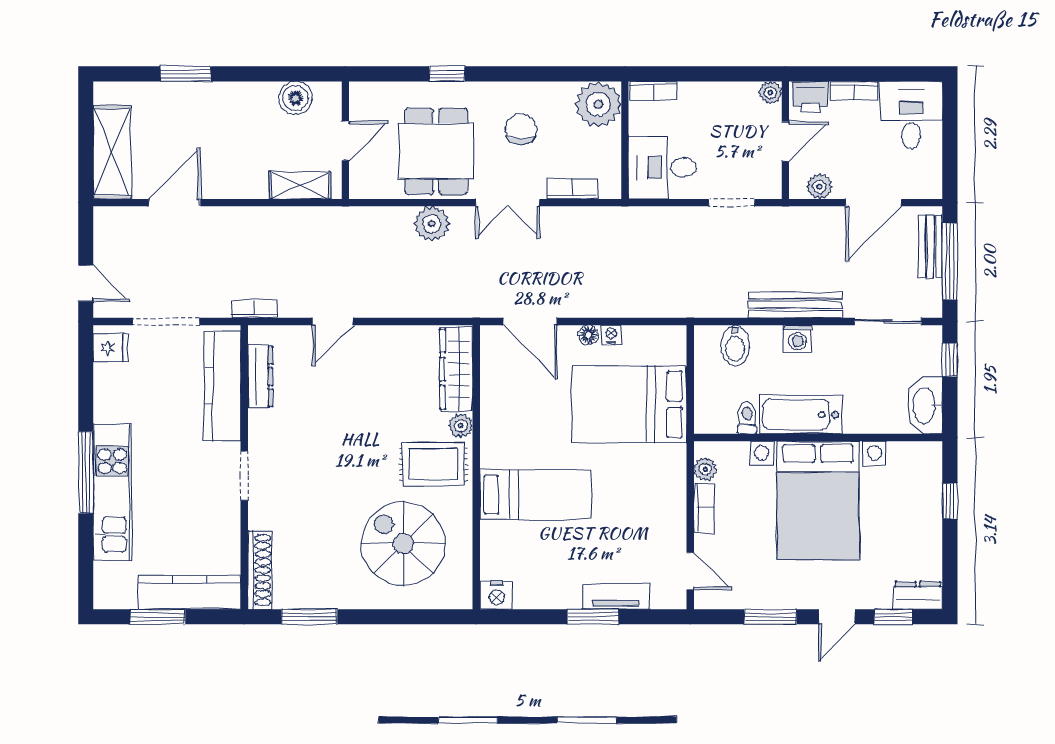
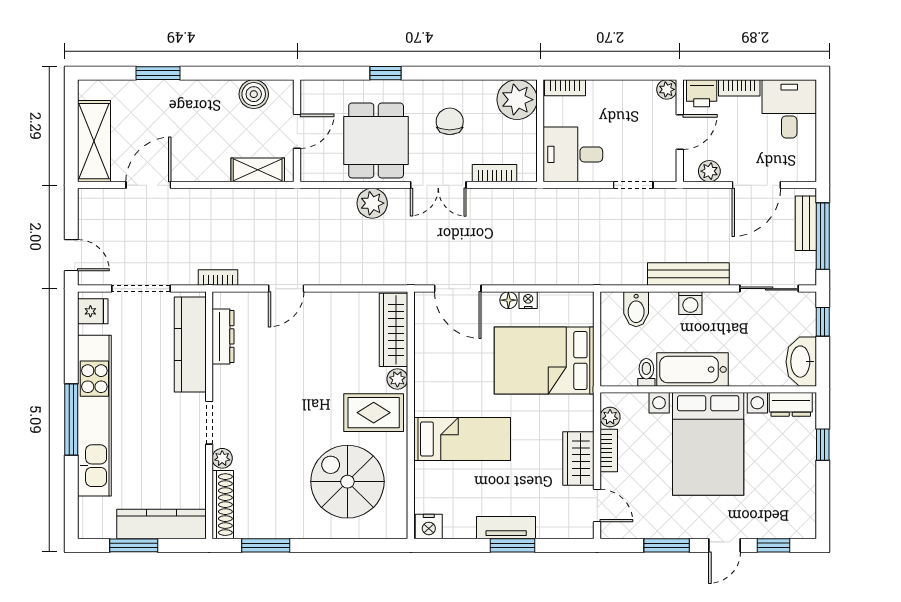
kitchen unit: (112, 492) -> (94, 416), width x1.36
plant: (259, 517) -> (222, 458), added
wardrobe: (669, 517) -> (578, 458), added
tv unit: (616, 596) -> (506, 528), moved
dresser: (918, 596) -> (791, 404), moved, turned 180

